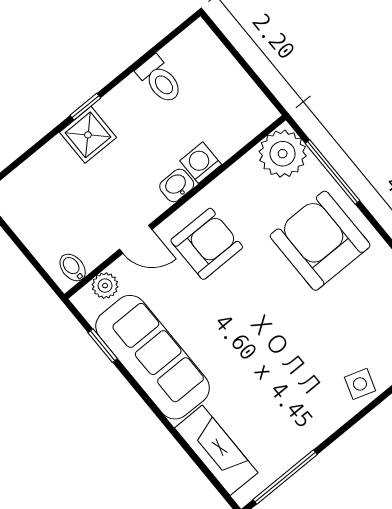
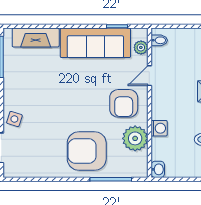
plant: (283, 154) -> (135, 138), moved
washbasin: (177, 185) -> (158, 169), moved
armchair: (320, 241) -> (87, 151), turned 180

